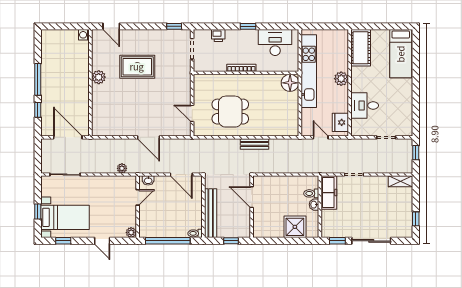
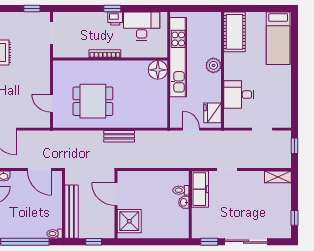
printer: (218, 36) -> (115, 19), moved
shower: (295, 227) -> (129, 221), moved

